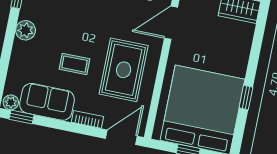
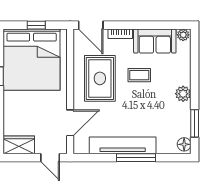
window: (22, 117) -> (172, 25), removed
door: (121, 137) -> (91, 25), hinge flipped

